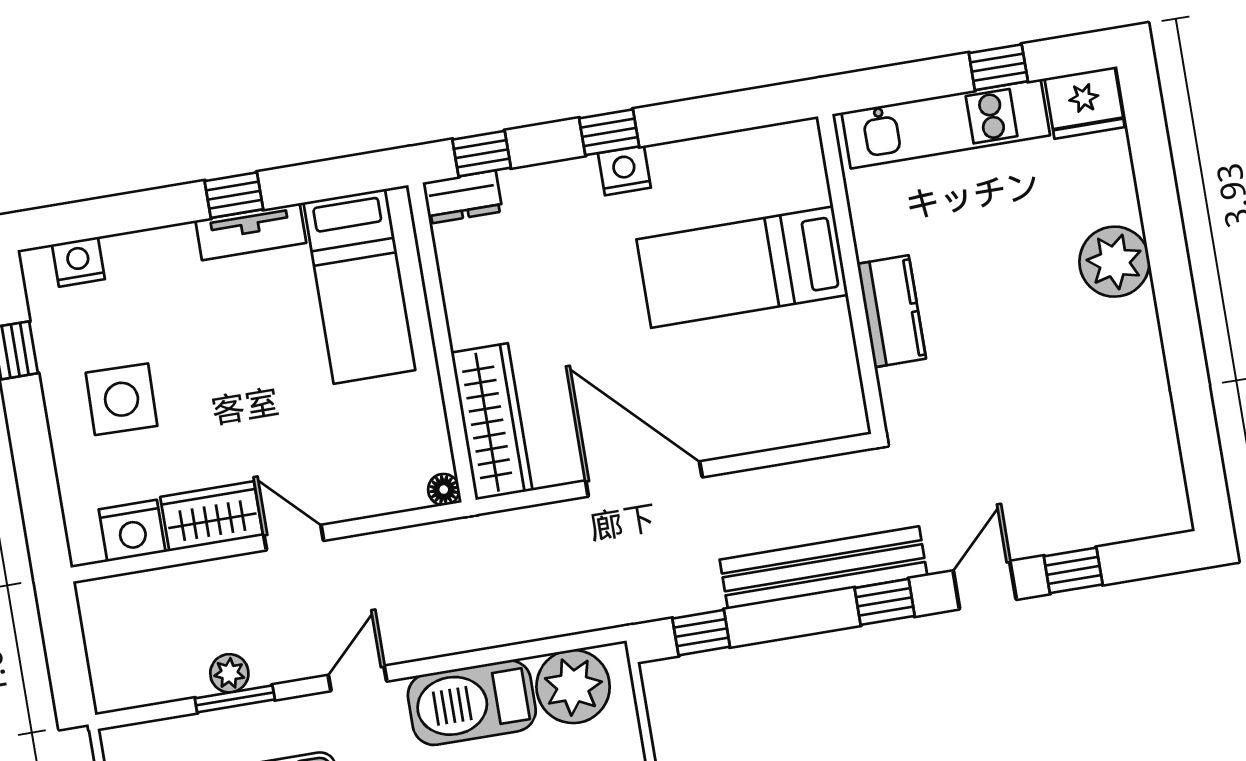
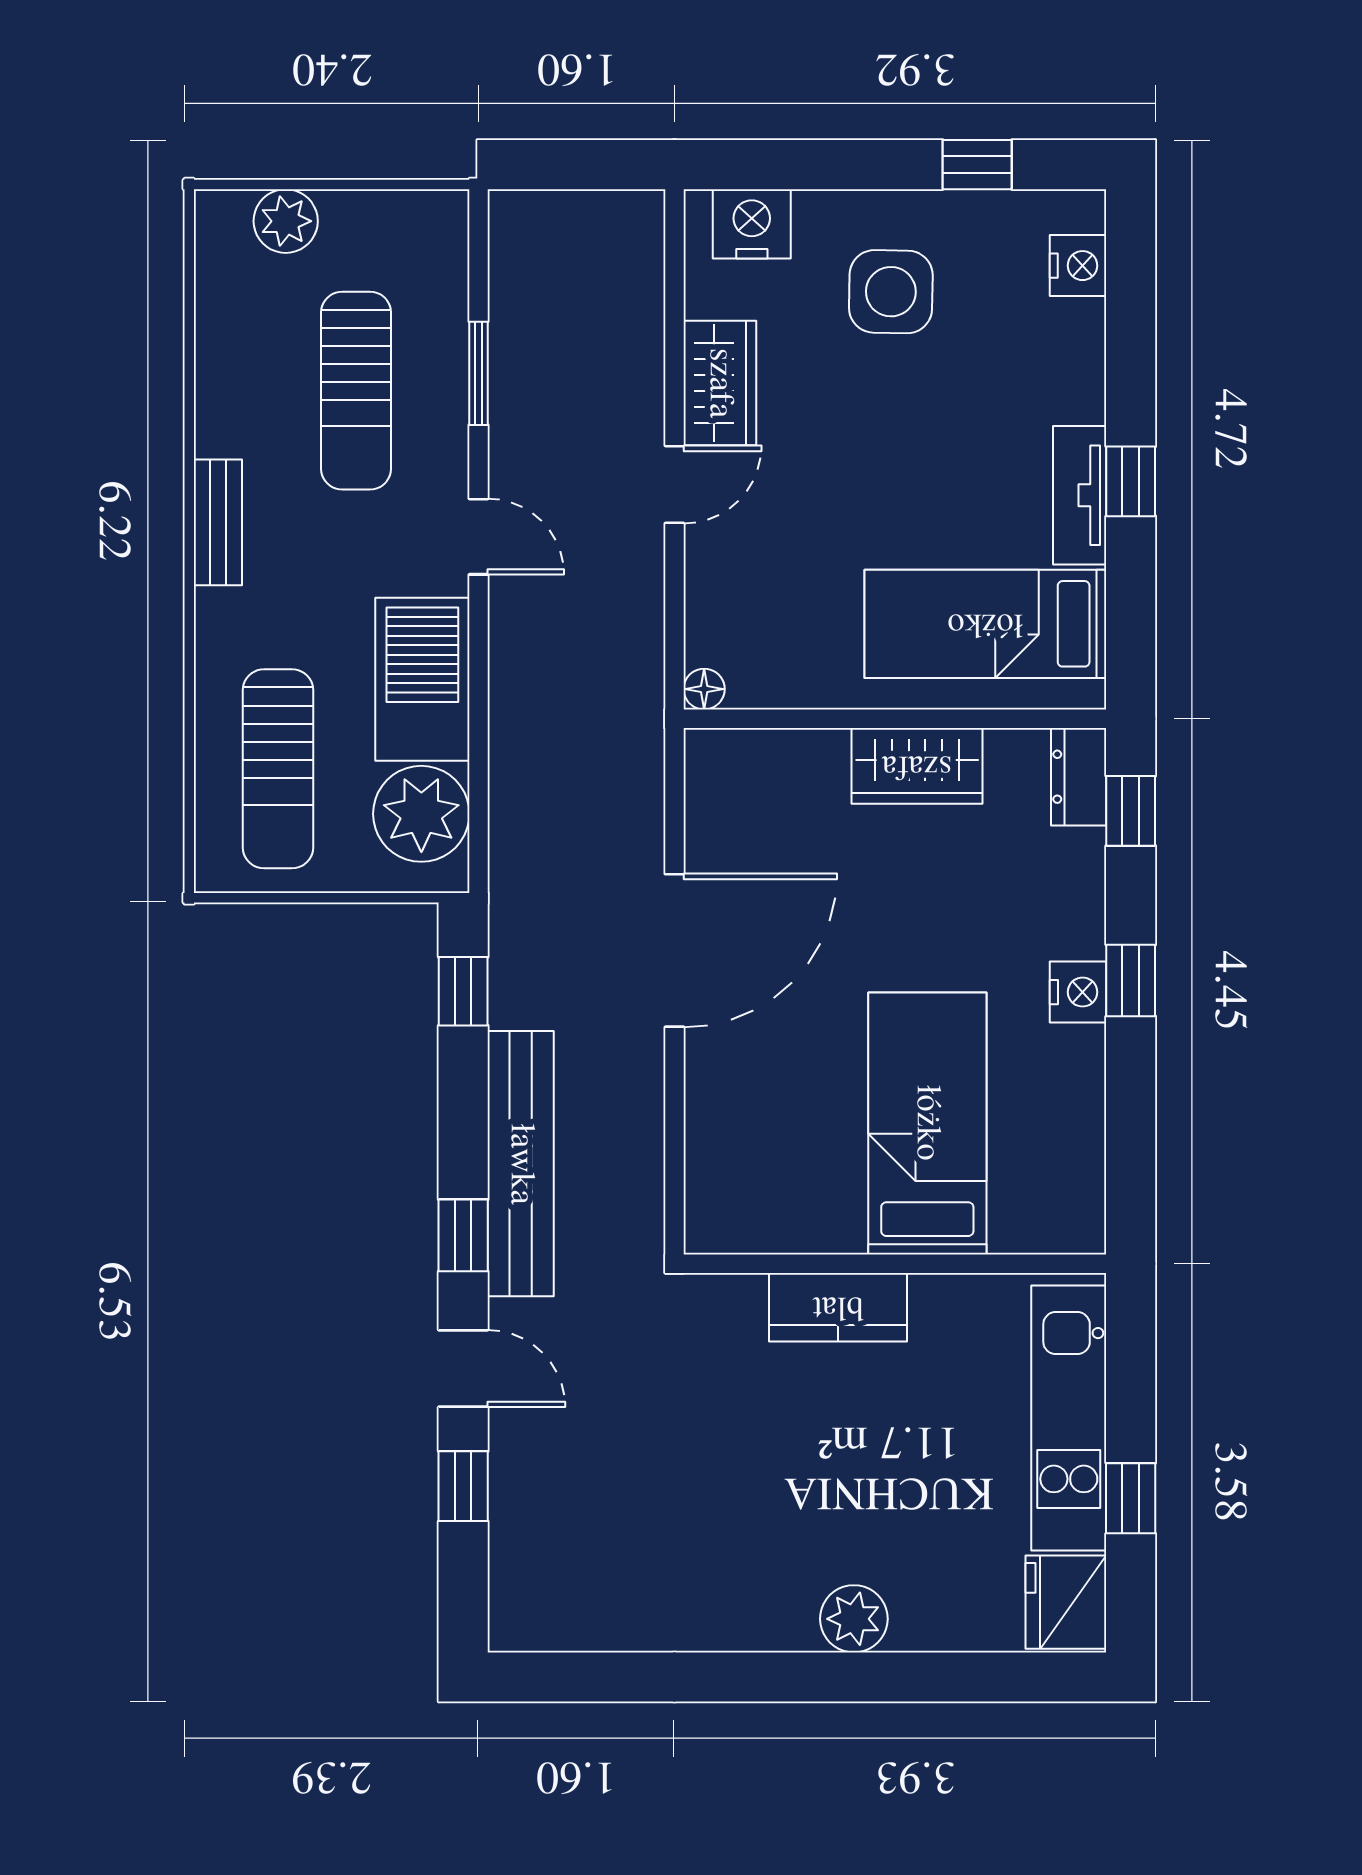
plant: (1114, 262) -> (854, 1619), width x0.73, depth x0.73
wardrobe: (492, 422) -> (917, 766), moved, width x0.67
nightstand: (132, 531) -> (752, 224), moved, turned 90
plant: (229, 673) -> (513, 372), removed

